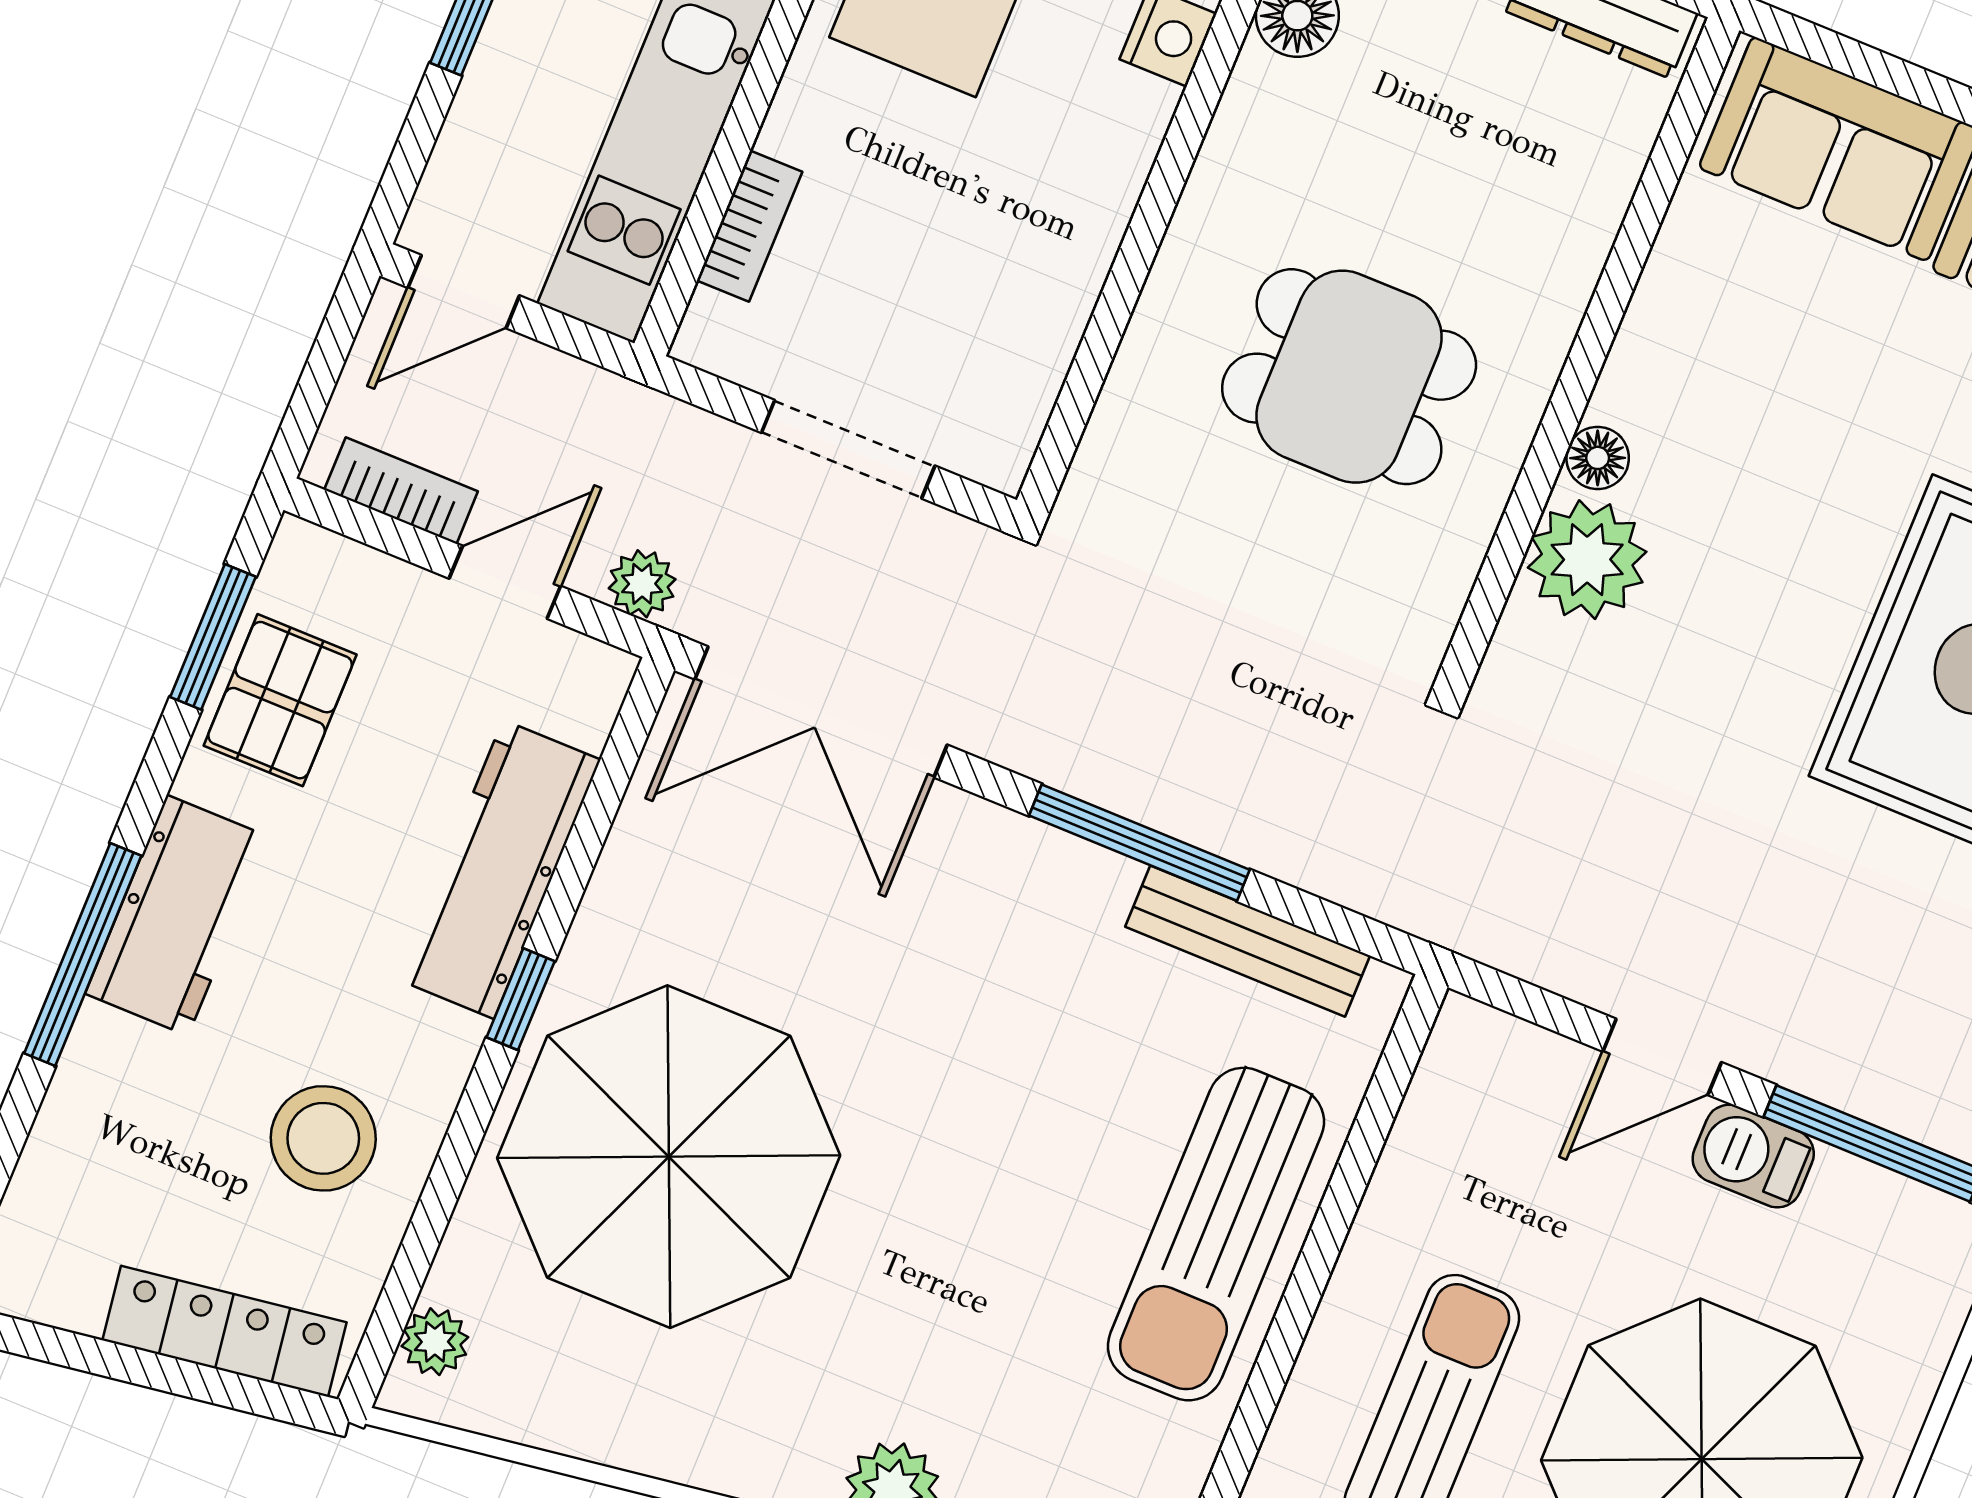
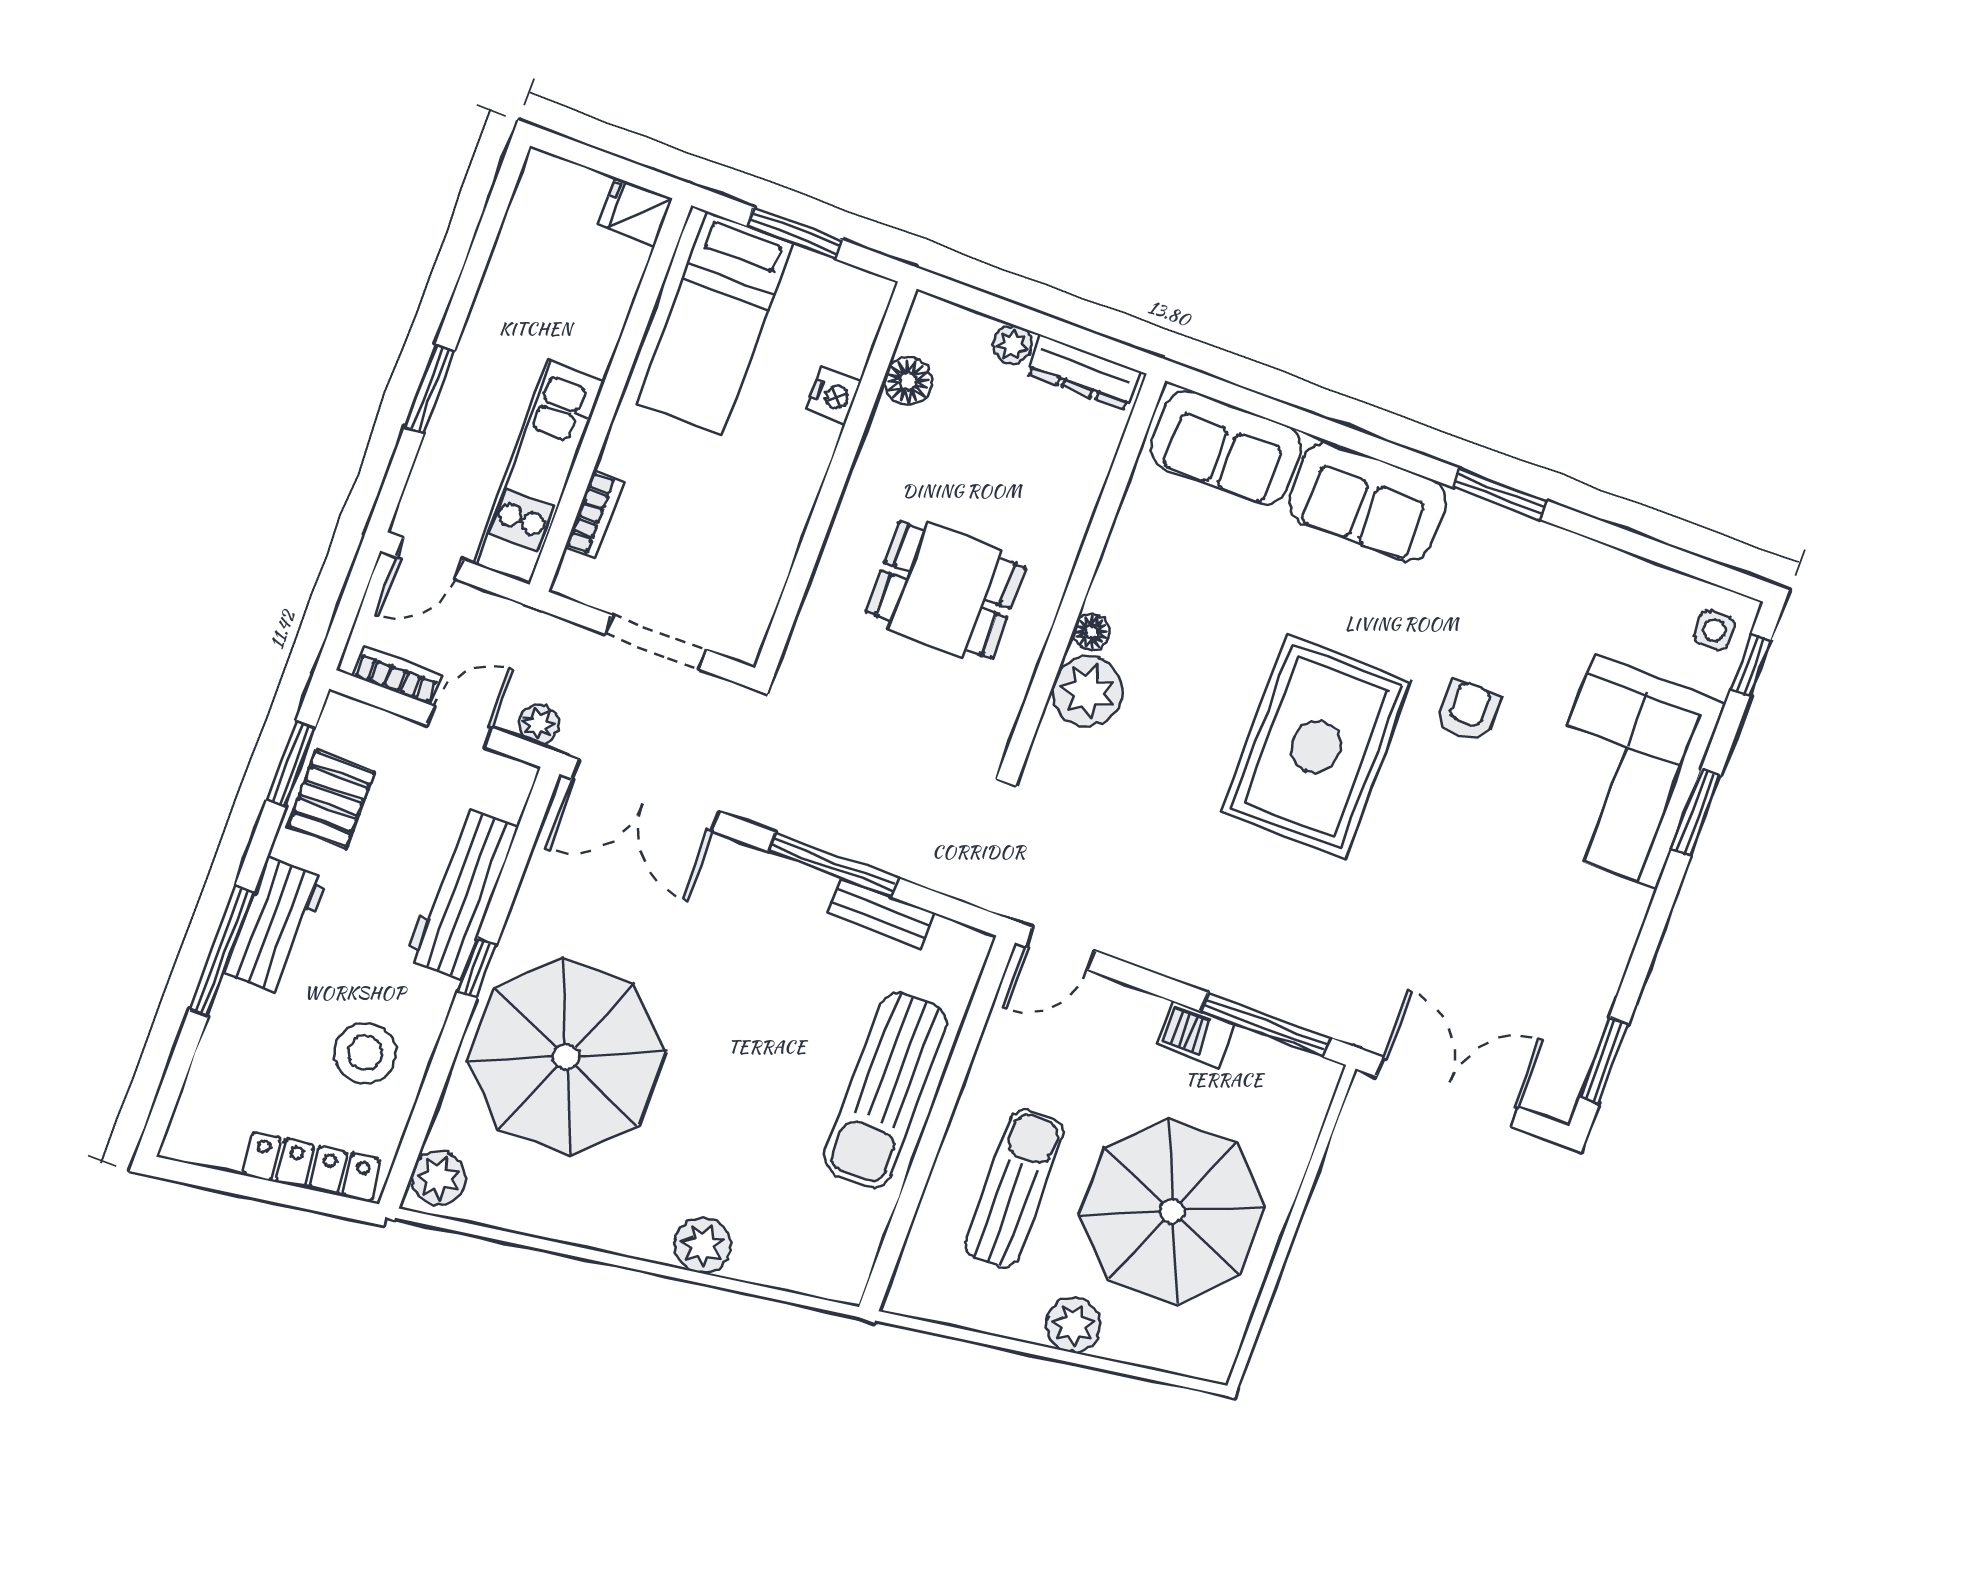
bench: (1248, 941) -> (881, 913), width x0.73
door: (1662, 1057) -> (1060, 948), moved
plant: (435, 1342) -> (438, 1178), width x1.38, depth x1.38

